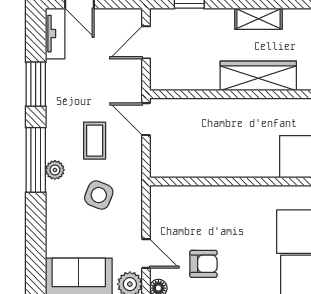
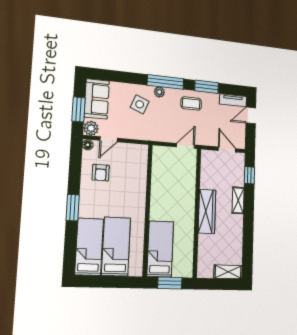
shelving: (258, 19) -> (238, 200), moved
coffee table: (95, 141) -> (191, 103), moved
side table: (99, 195) -> (140, 104), moved

